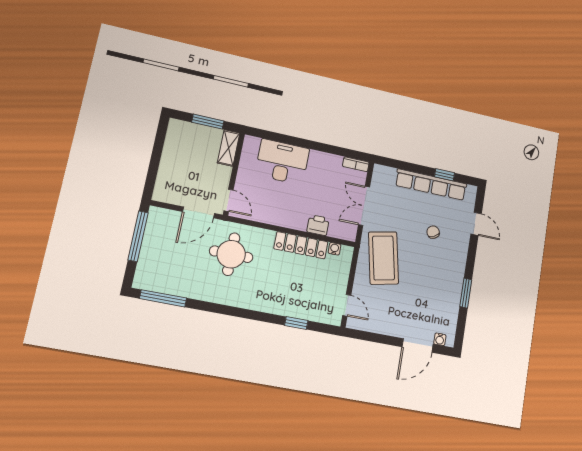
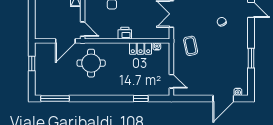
printer: (318, 225) -> (125, 33), moved
window: (138, 236) -> (32, 63), width x0.46
locker: (301, 245) -> (141, 48), width x0.66
coffee table: (383, 258) -> (191, 46), width x0.54, depth x0.58

